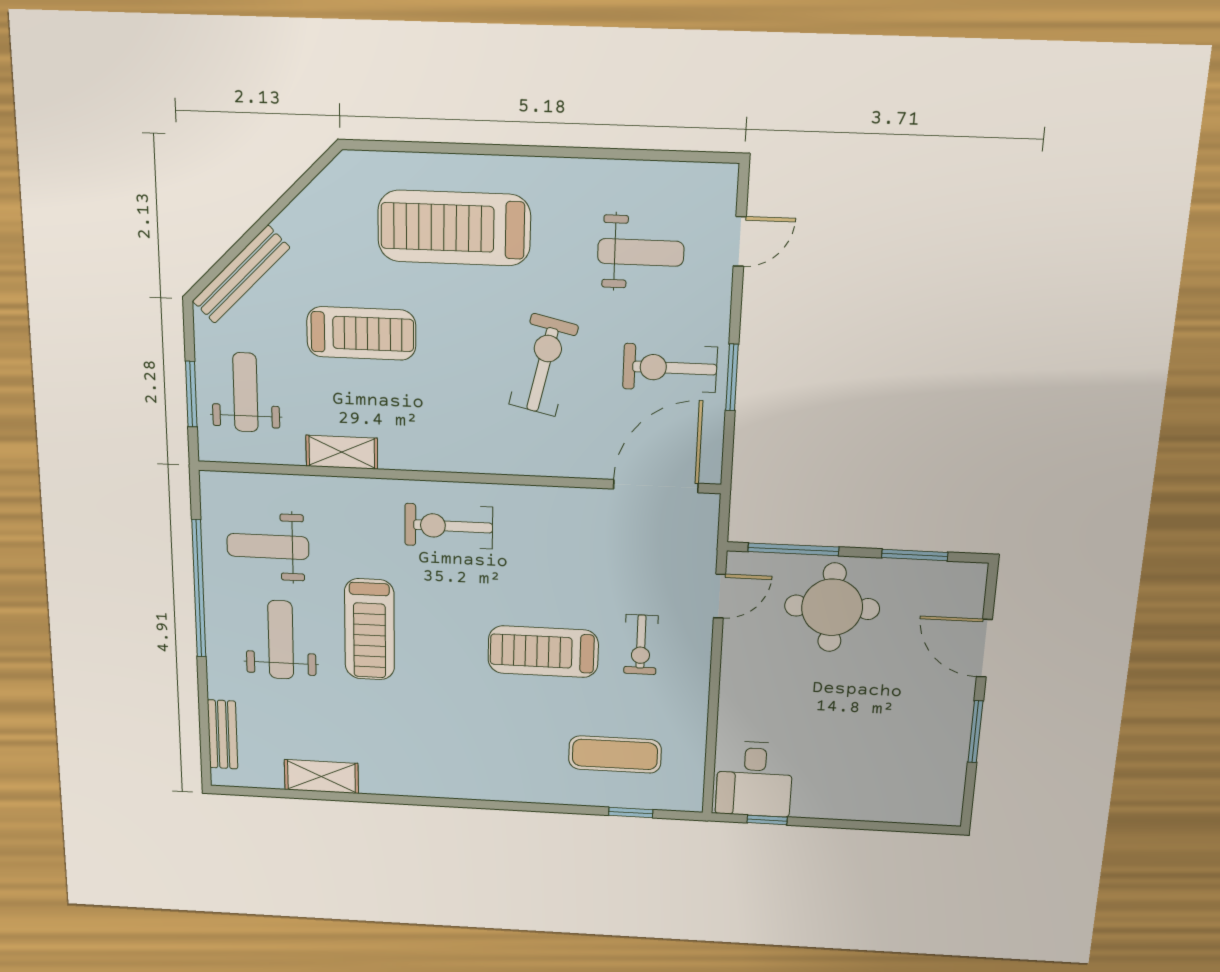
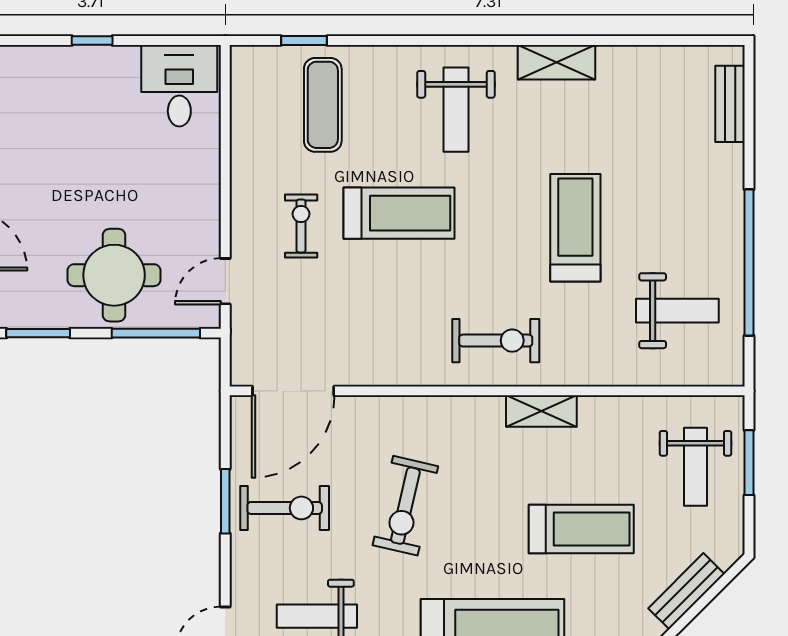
bench: (241, 274) -> (686, 591), width x0.73
treadmill: (361, 333) -> (581, 529), turned 180
shelving: (342, 452) -> (541, 411), moved
weight bench: (281, 640) -> (456, 110), moved
exercise mat: (615, 754) -> (323, 105), turned 90
shelving: (321, 777) -> (556, 62), moved
window: (767, 820) -> (92, 41), moved

